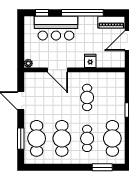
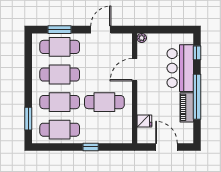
piano: (111, 22) -> (187, 107), moved
fridge: (90, 61) -> (144, 121), moved
cafe table: (87, 97) -> (104, 102), width x1.37, depth x1.35
cafe table: (87, 138) -> (60, 102), width x1.37, depth x1.35

